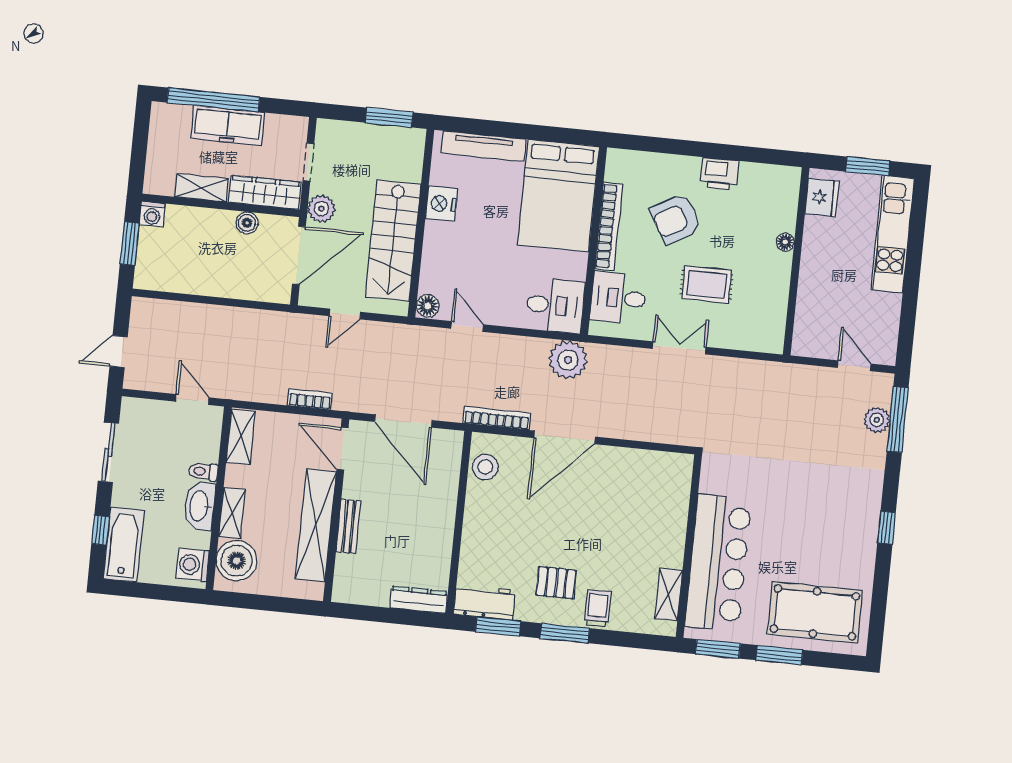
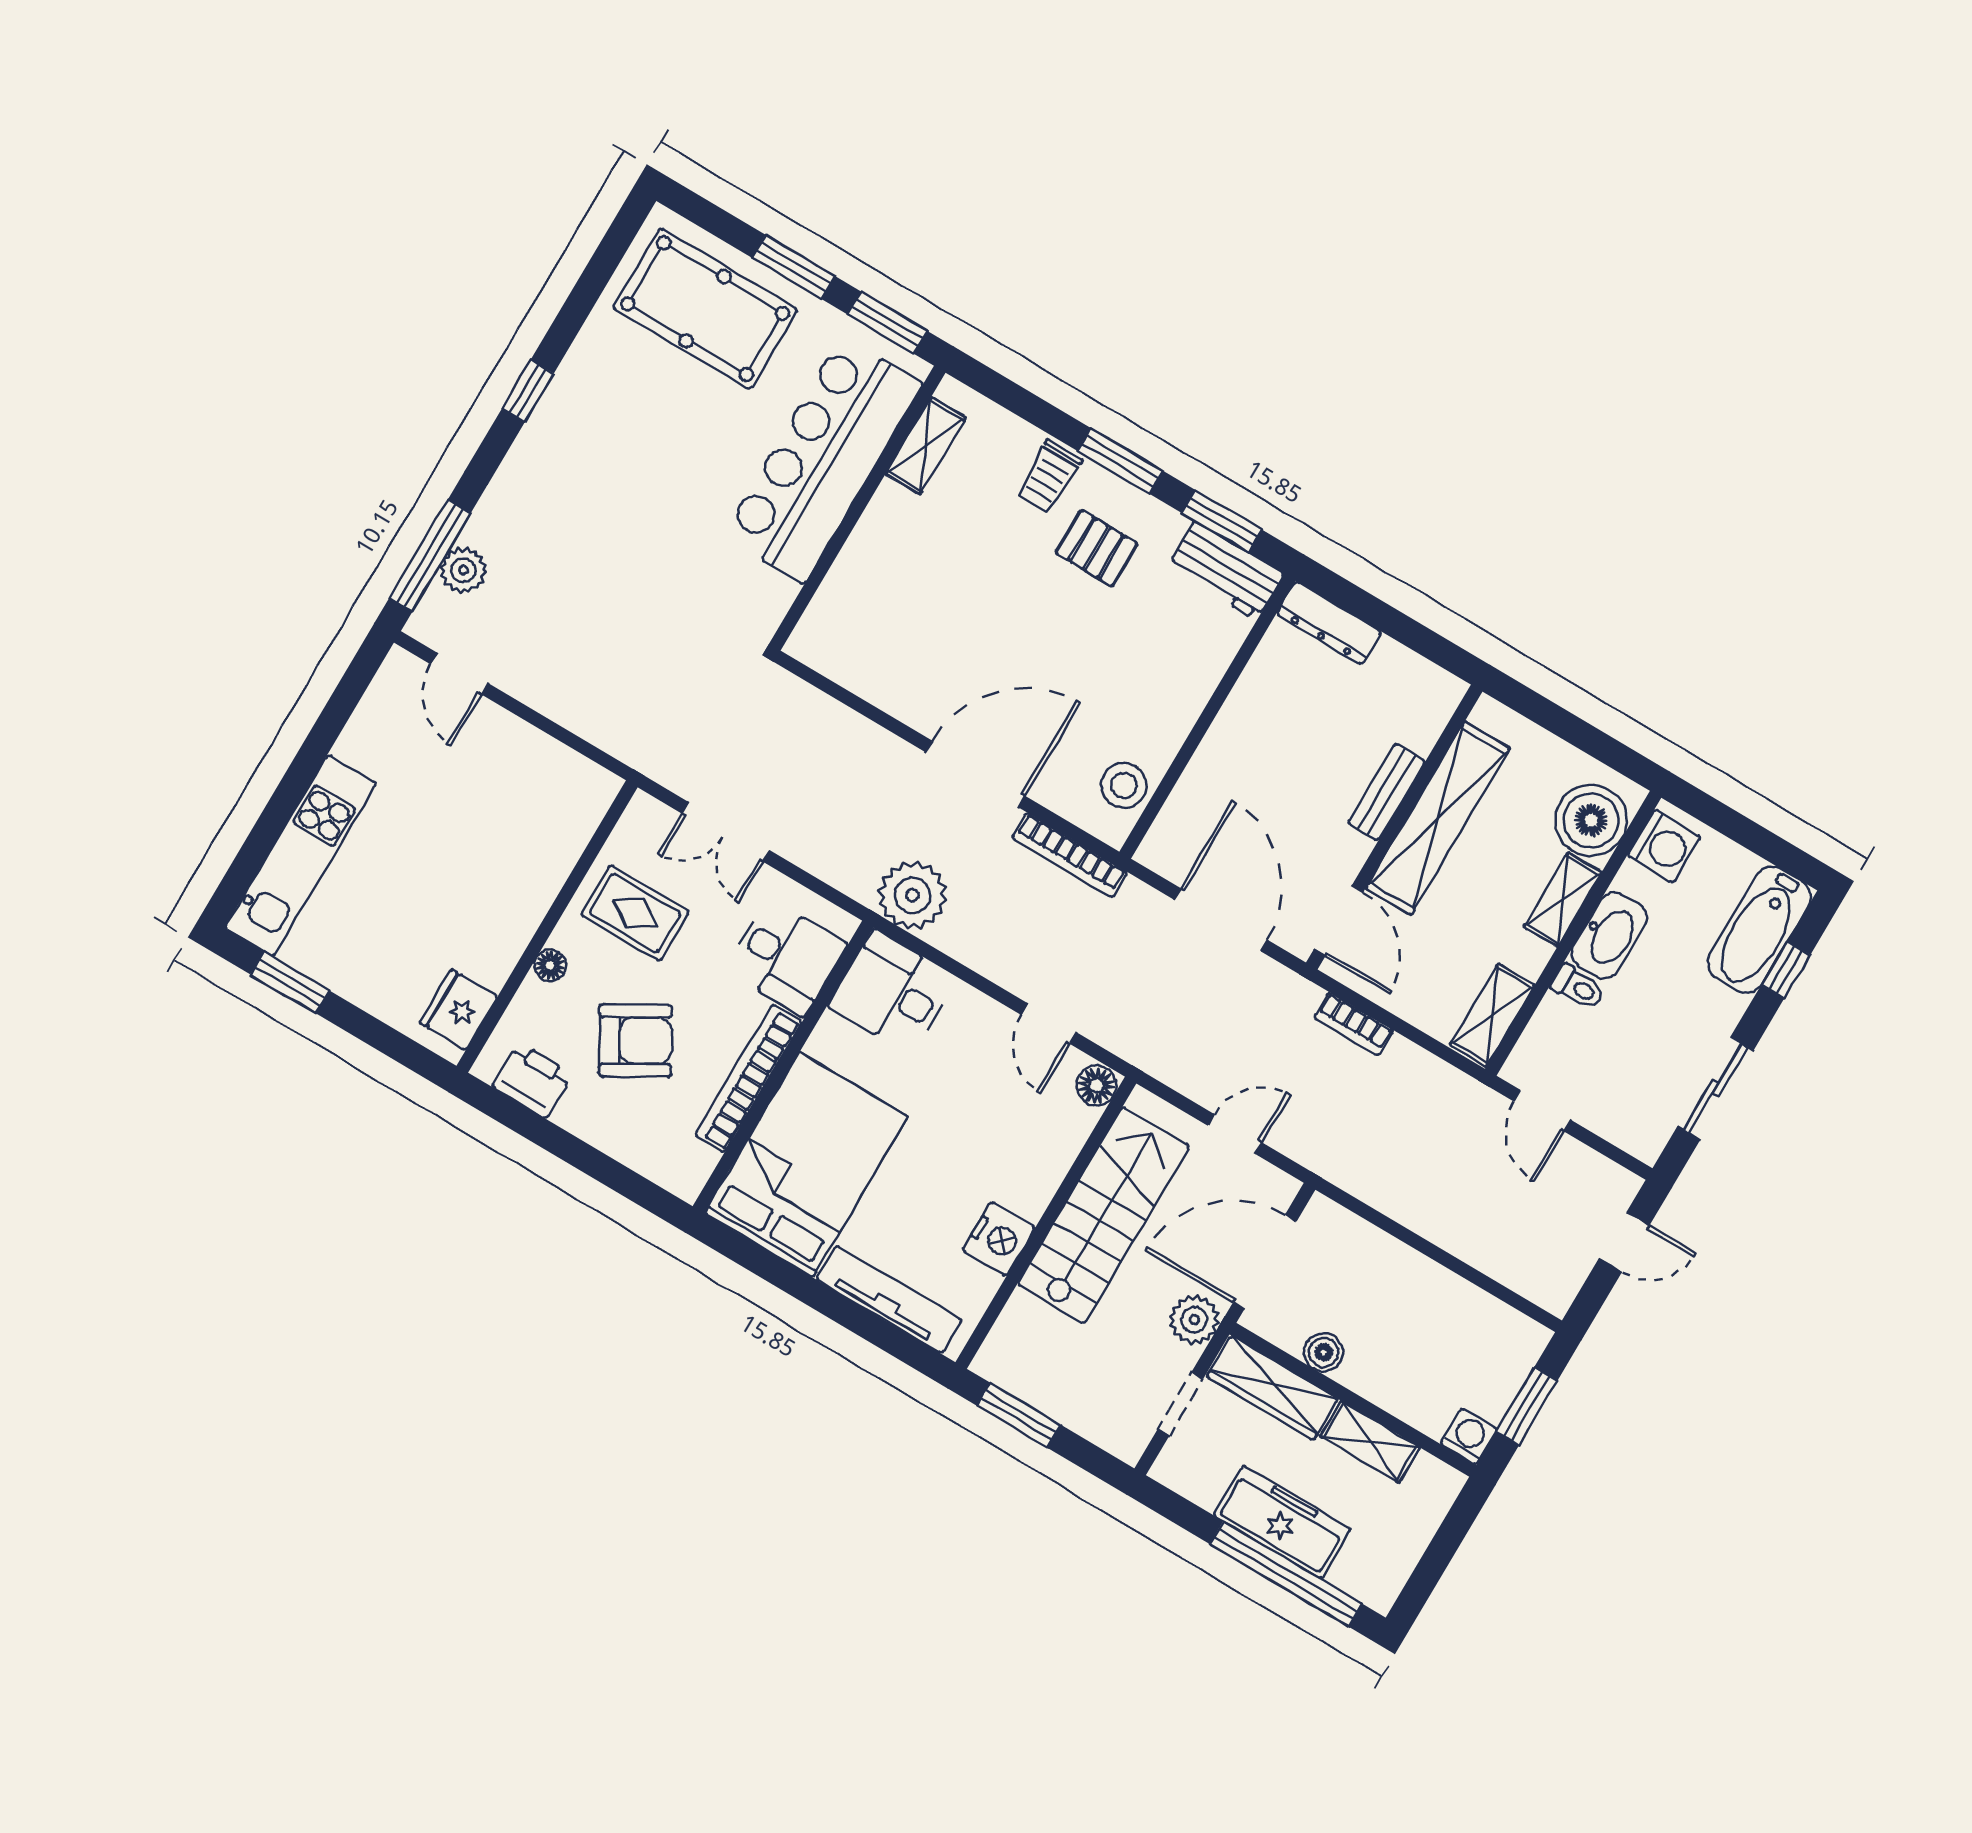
fridge: (822, 197) -> (459, 1010), moved
floor lamp: (785, 242) -> (550, 965), moved
wall: (796, 261) -> (547, 927), moved

